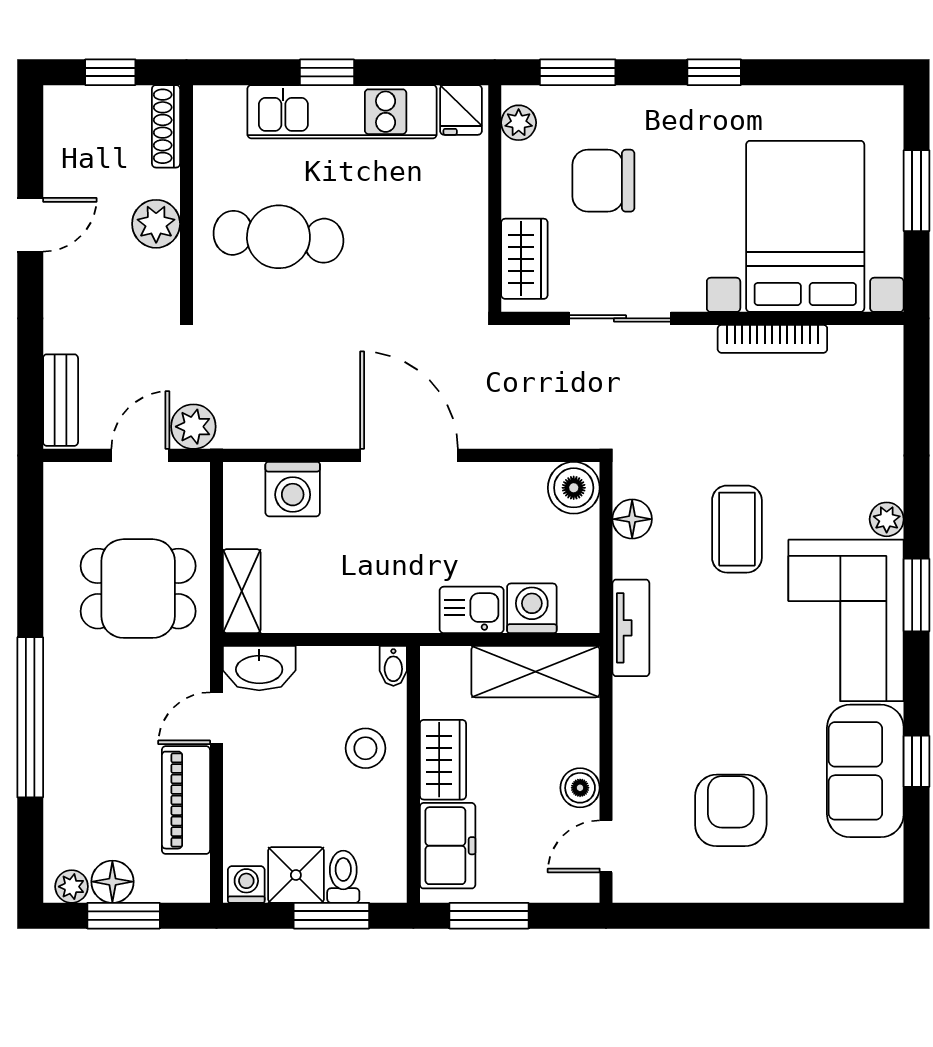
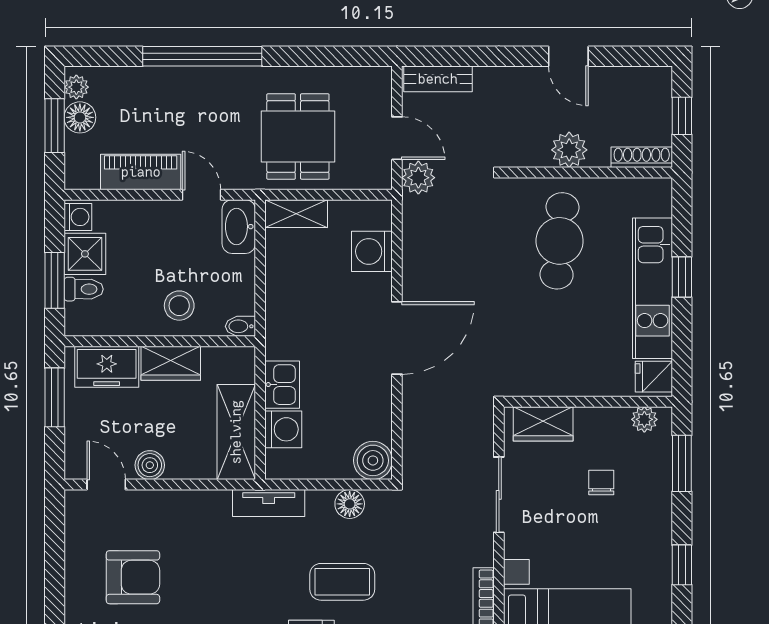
chair: (603, 181) -> (601, 483), width x0.54, depth x0.54

